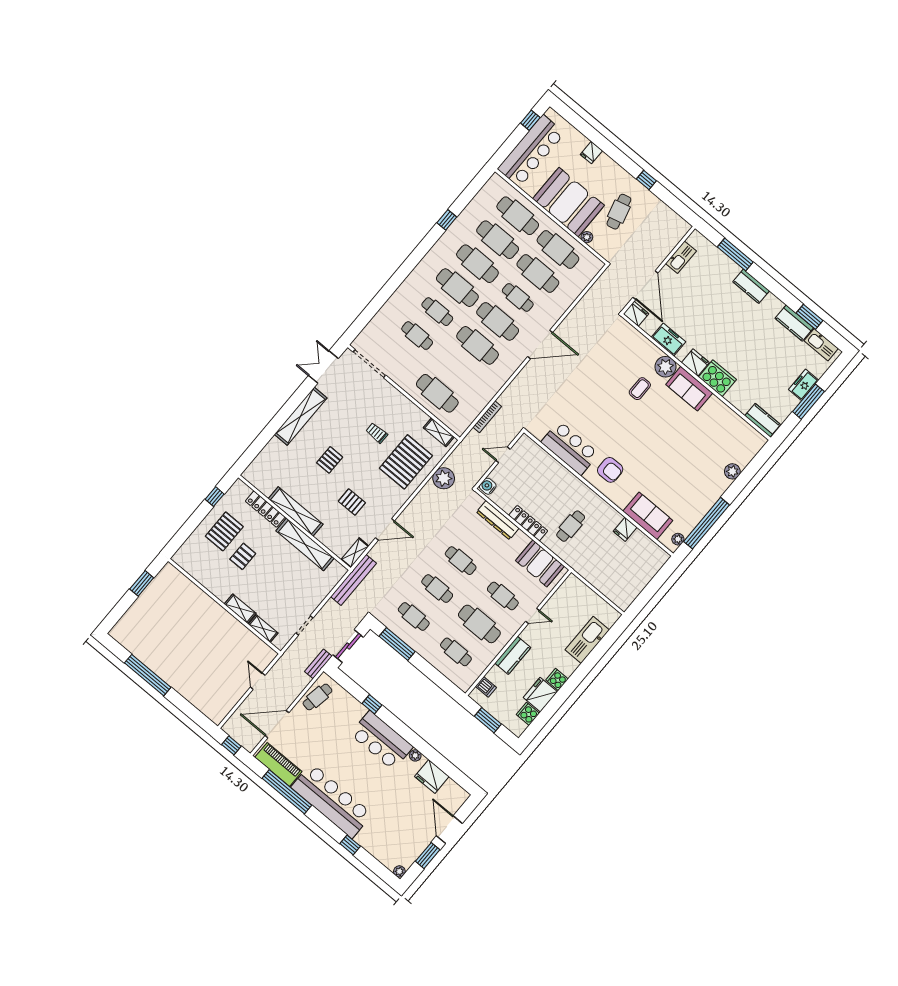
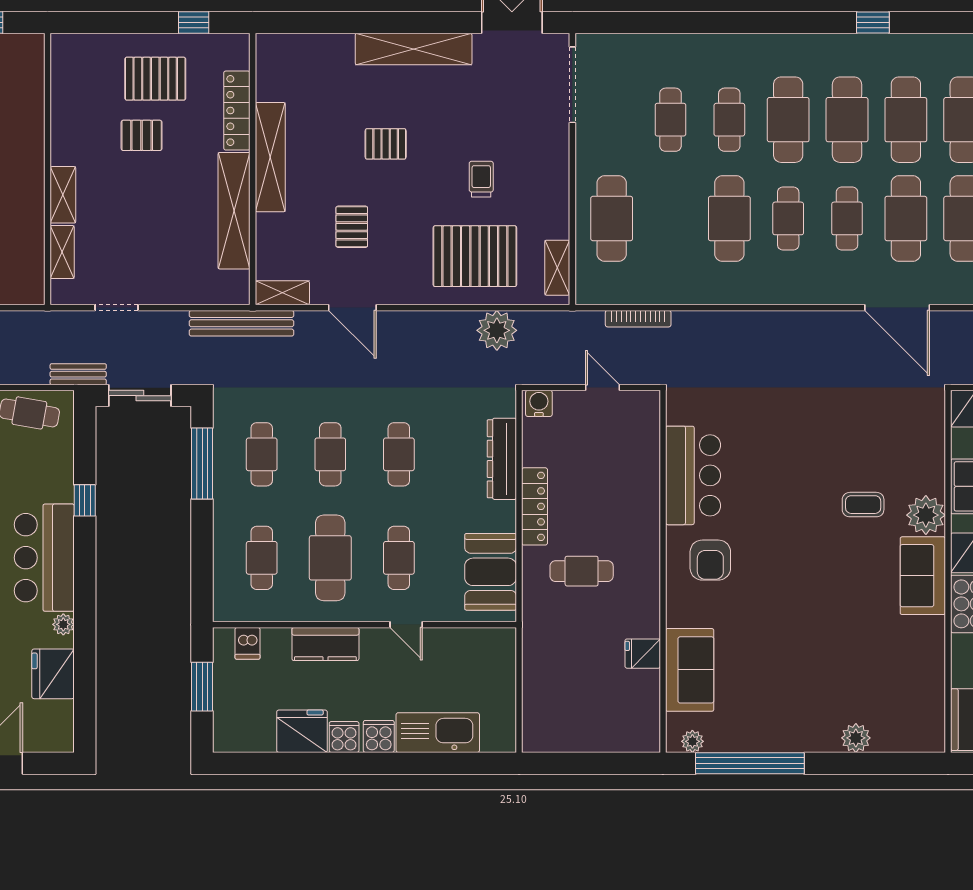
cafe table: (498, 321) -> (788, 218), width x0.73, depth x0.74
door: (540, 345) -> (897, 308), moved
cooker: (528, 714) -> (379, 736), moved

